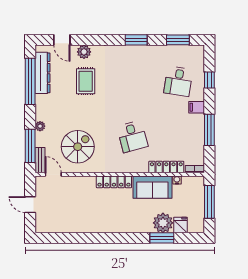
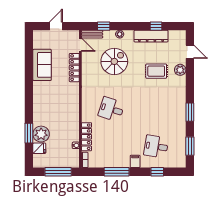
door: (62, 40) -> (190, 52), swing flipped
dresser: (43, 73) -> (151, 36), moved
window: (30, 81) -> (156, 26), width x0.32
desk: (132, 136) -> (111, 109), turned 33
window: (30, 146) -> (104, 26), width x0.46
spiral stairs: (78, 147) -> (114, 61), moved, turned -90
door: (53, 174) -> (80, 45), hinge flipped
locker: (114, 182) -> (74, 68), moved
sofa: (152, 187) -> (42, 65), moved, turned 180

